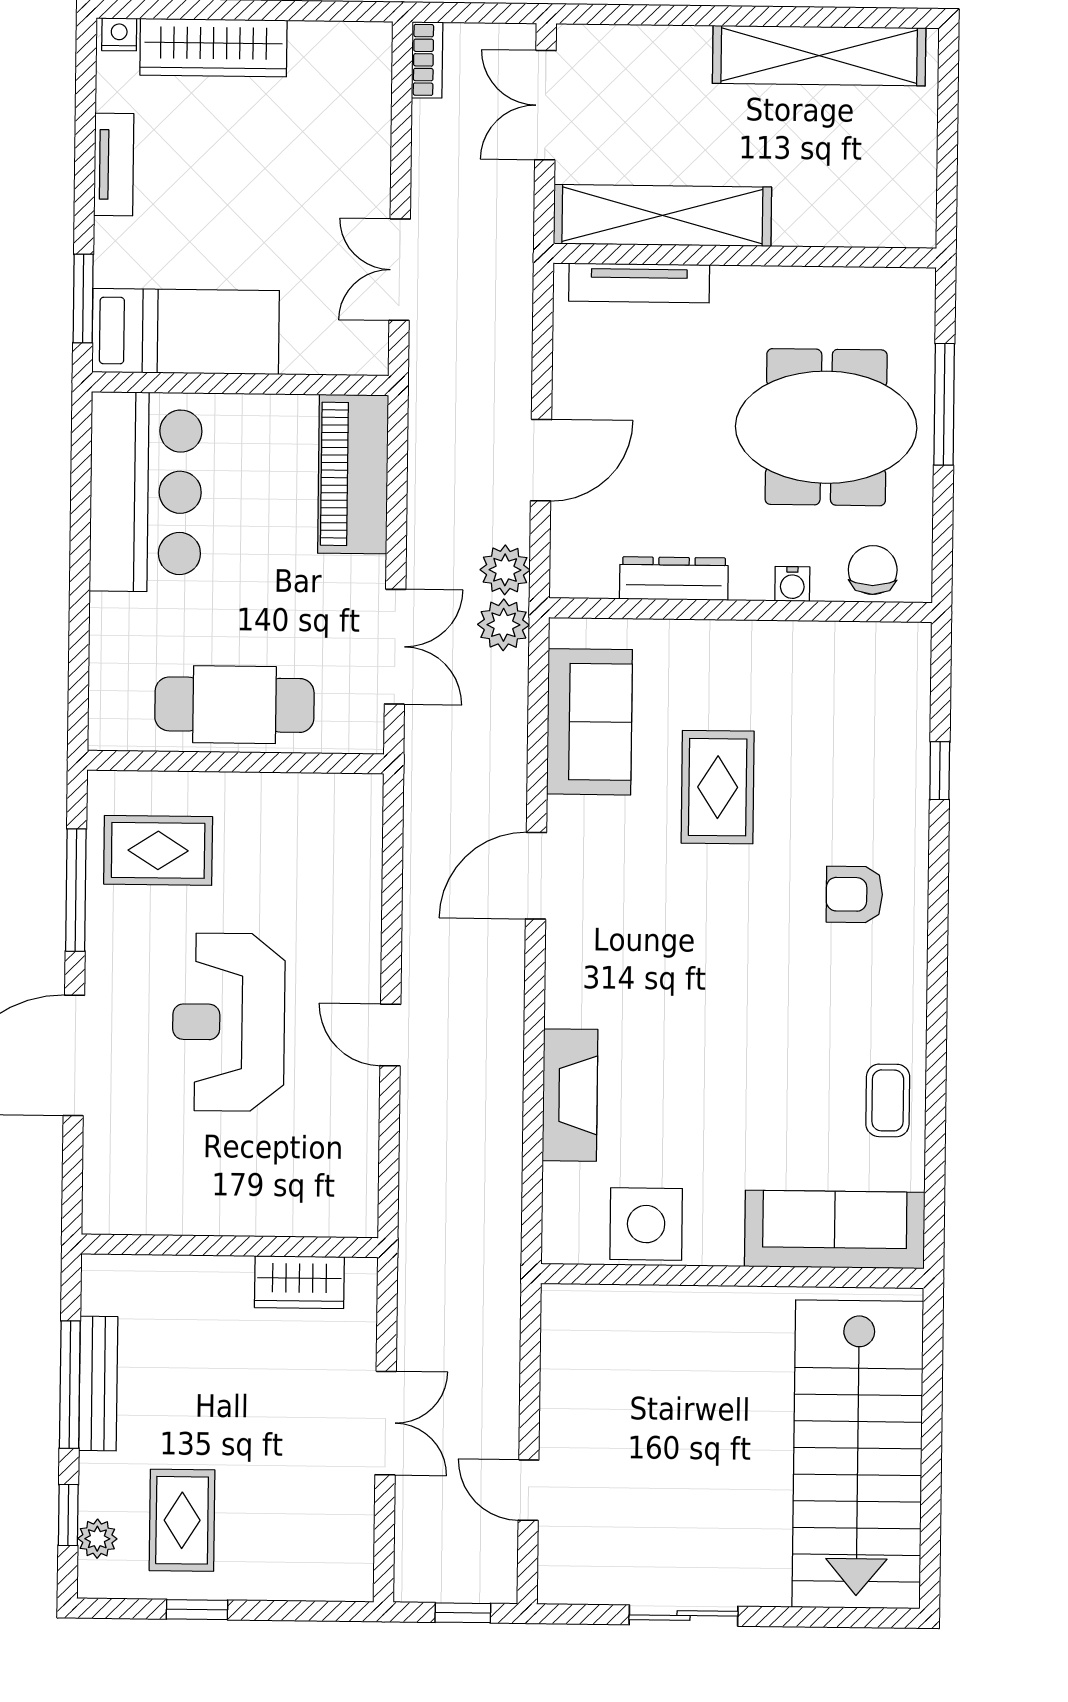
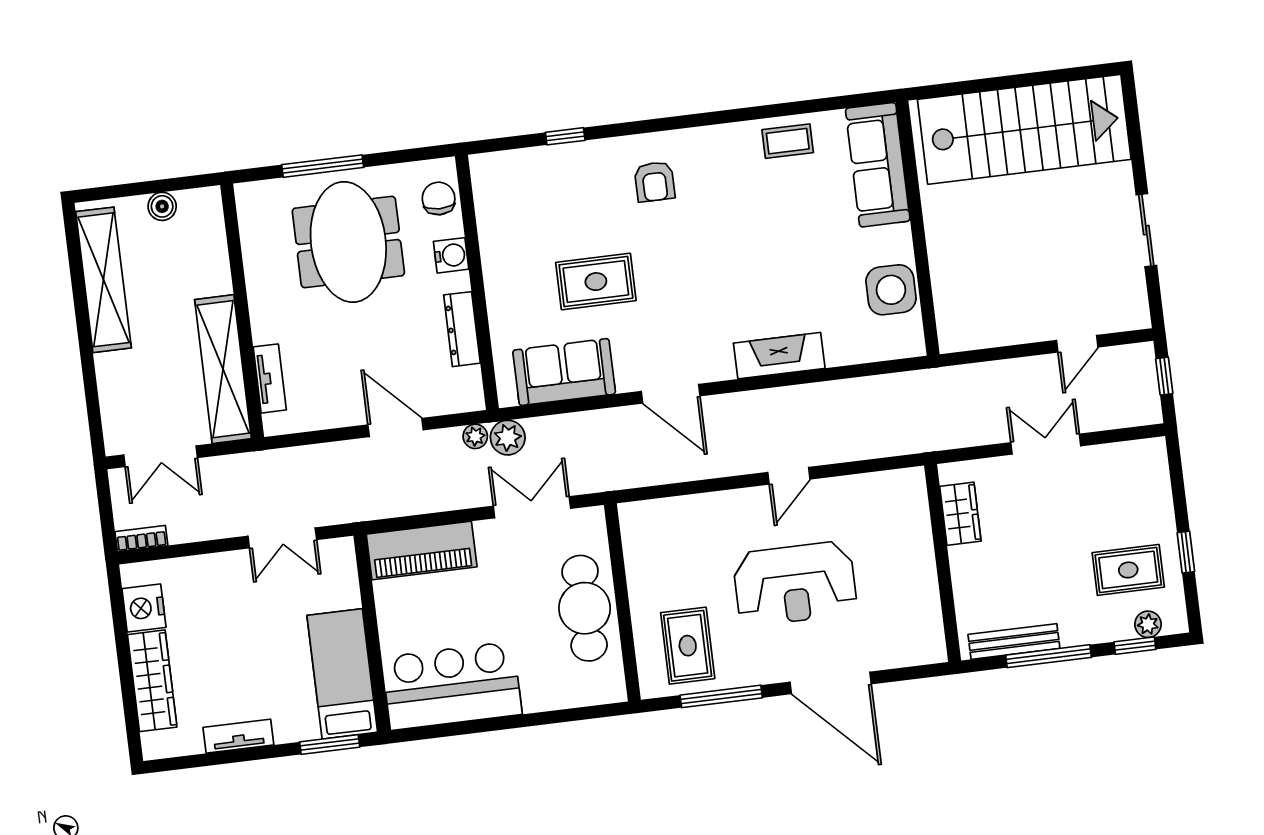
nightstand: (119, 34) -> (144, 608), moved, width x1.89, depth x1.79
boiler: (917, 158) -> (162, 206), added
tv unit: (639, 283) -> (270, 378), width x0.71
plant: (505, 570) -> (475, 436), width x0.73, depth x0.73
chair: (873, 570) -> (439, 198), turned 91
water cooler: (792, 584) -> (451, 255), width x1.38, depth x1.38
fireplace: (570, 1095) -> (779, 356), moved
bench: (98, 1384) -> (1014, 641), moved

